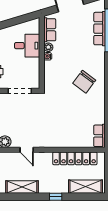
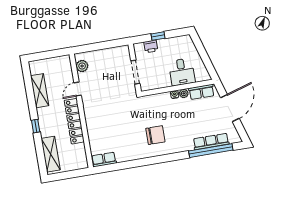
chair: (84, 82) -> (155, 135), turned 143
locker: (75, 158) -> (74, 121), moved

